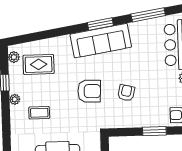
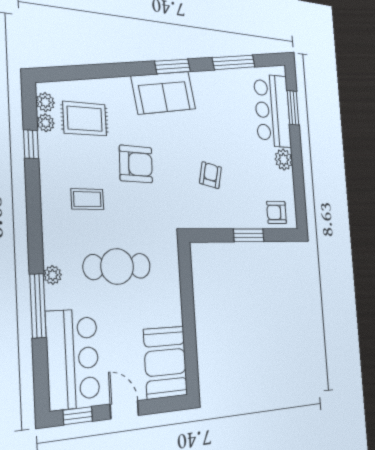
sofa: (101, 41) -> (164, 93), width x0.73
armchair: (89, 91) -> (136, 164), moved
plant: (15, 99) -> (46, 123), moved

